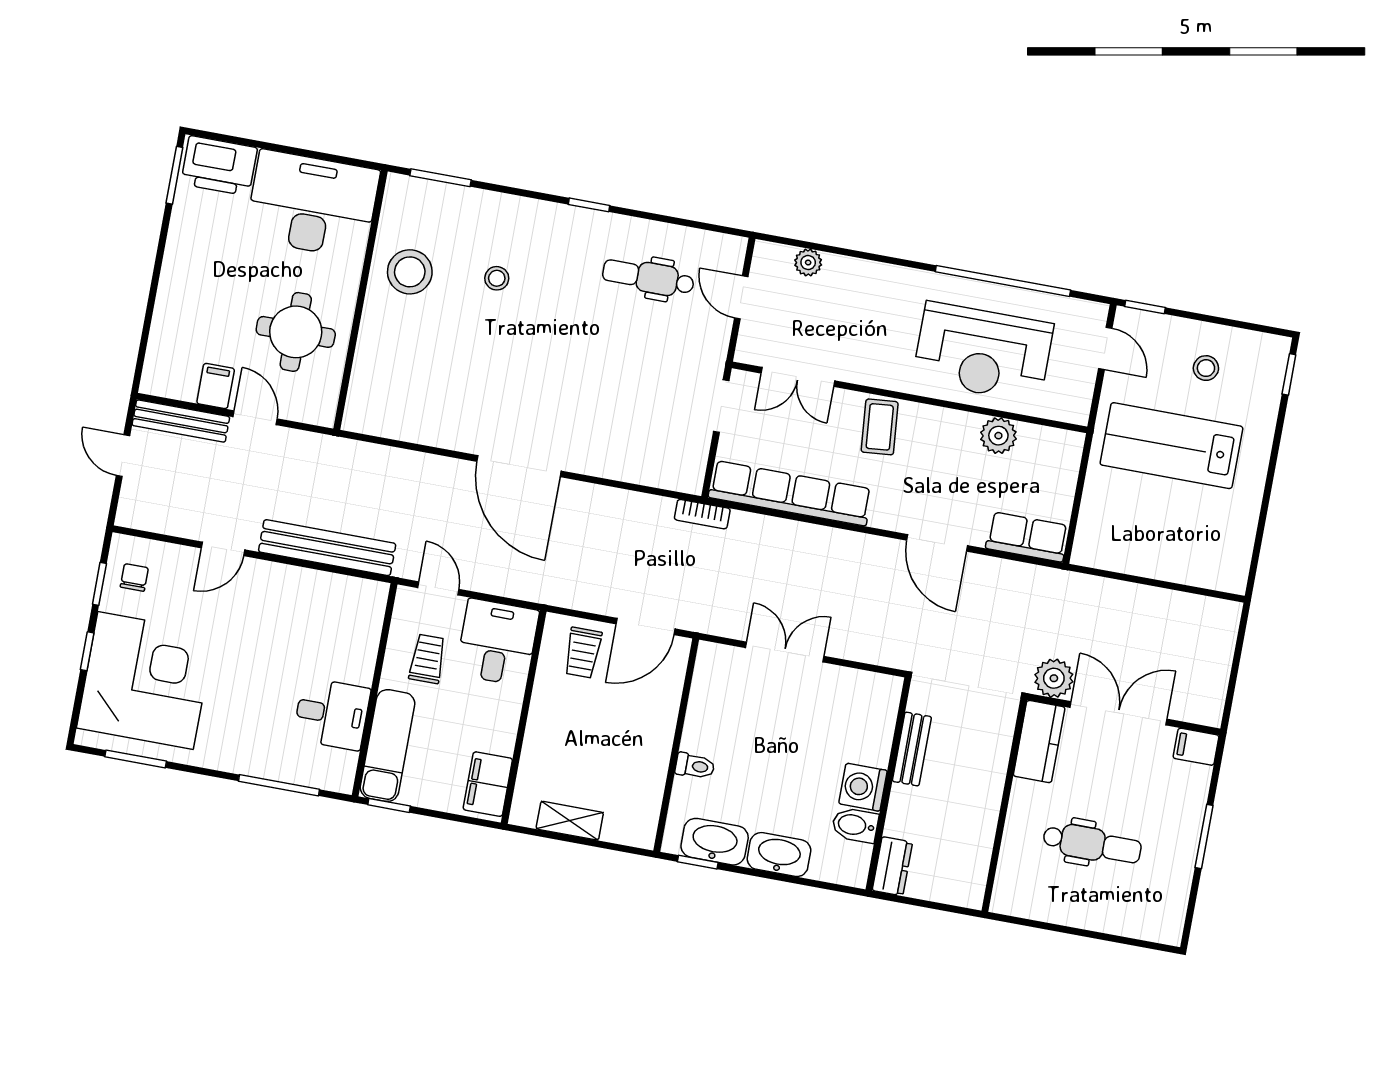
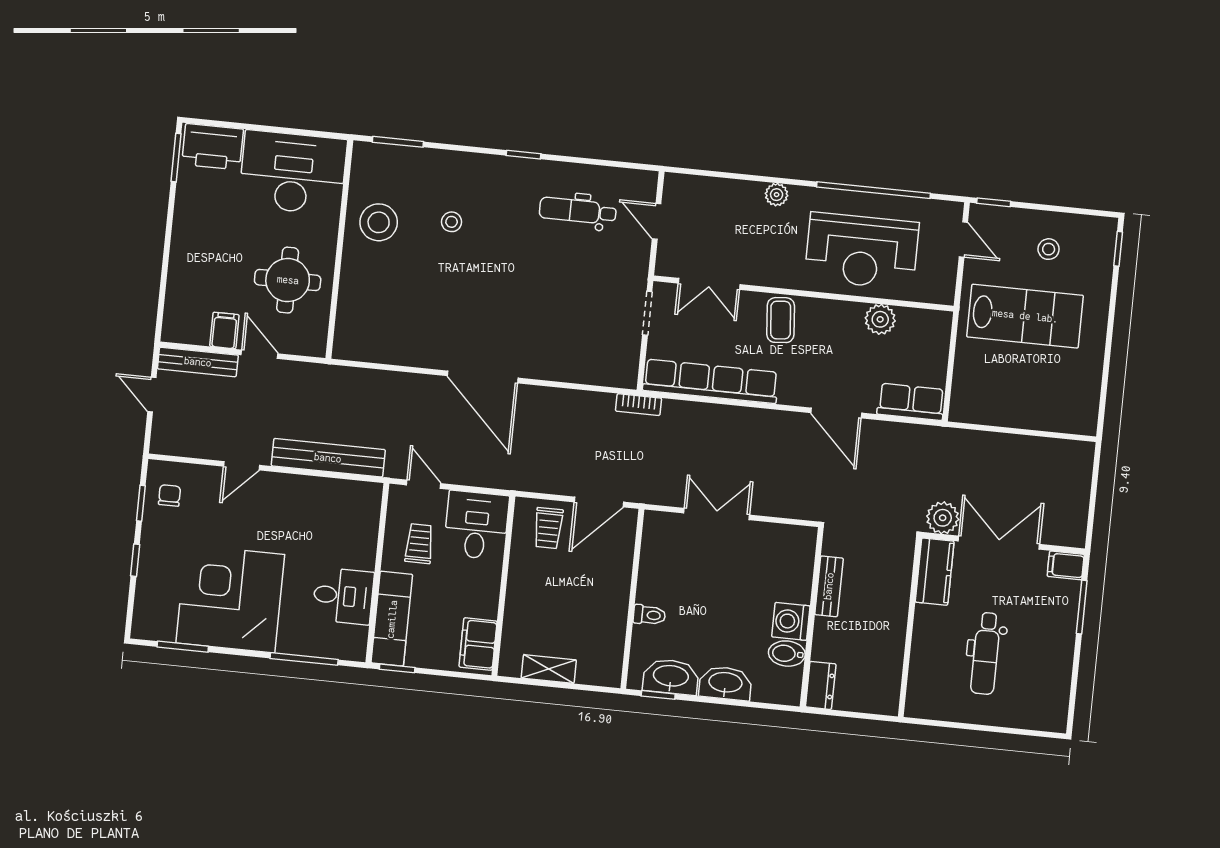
plant: (808, 262) -> (777, 195), moved
lab bench: (1171, 446) -> (1025, 316), turned 180
corner desk: (146, 680) -> (230, 599), moved, turned -90
window: (1204, 836) -> (1082, 607), moved
dental chair: (1092, 844) -> (986, 653), turned 90

